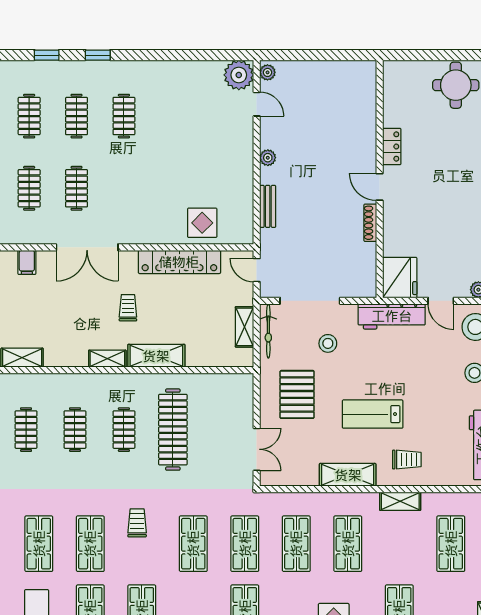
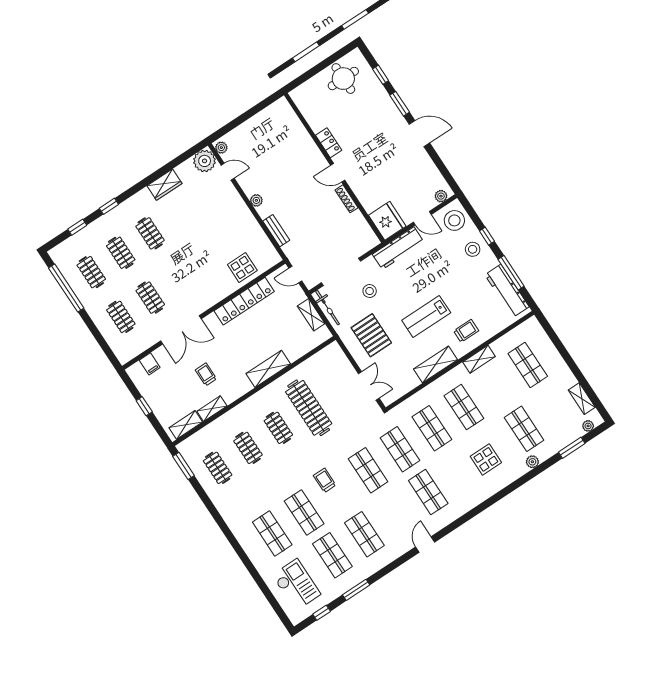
wardrobe: (176, 72) -> (164, 185), added
trolley: (128, 308) -> (206, 374), moved
shelving: (107, 359) -> (212, 409), moved

